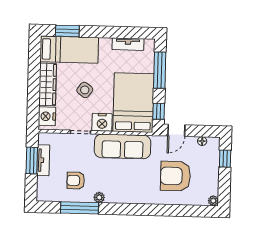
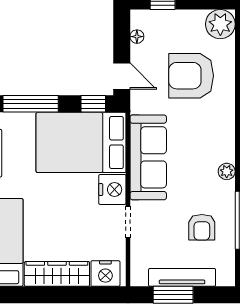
side table: (85, 90) -> (64, 217), removed
tv unit: (43, 160) -> (182, 277), width x1.41
armchair: (175, 176) -> (191, 76), turned 90
plant: (99, 197) -> (227, 171), moved
plant: (213, 201) -> (220, 24), width x1.87, depth x1.87

